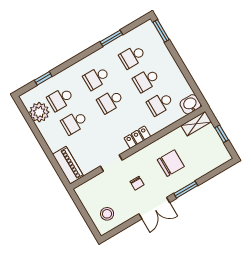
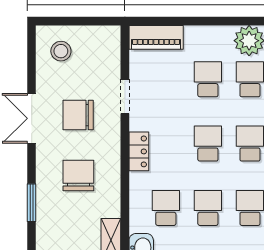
chair: (171, 163) -> (78, 176), turned 180
chair: (137, 183) -> (78, 115), width x1.87, depth x1.87
window: (186, 190) -> (32, 203), moved

